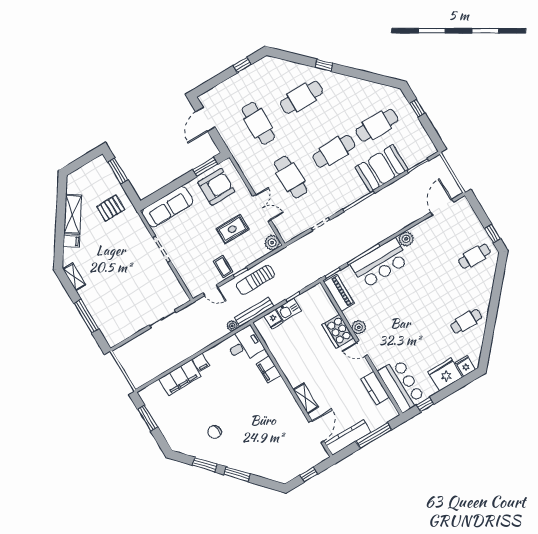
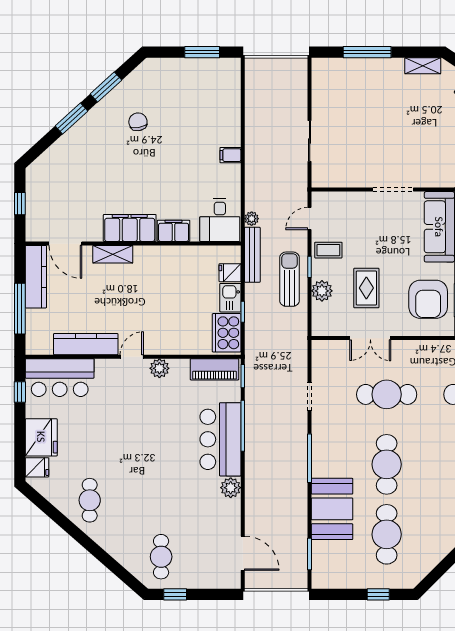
plant: (272, 243) -> (322, 291), moved
cooker: (338, 331) -> (227, 333), moved, turned -90
filing cabinet: (180, 378) -> (130, 228), moved, turned 90
kitchen counter: (375, 388) -> (86, 344), width x1.50

